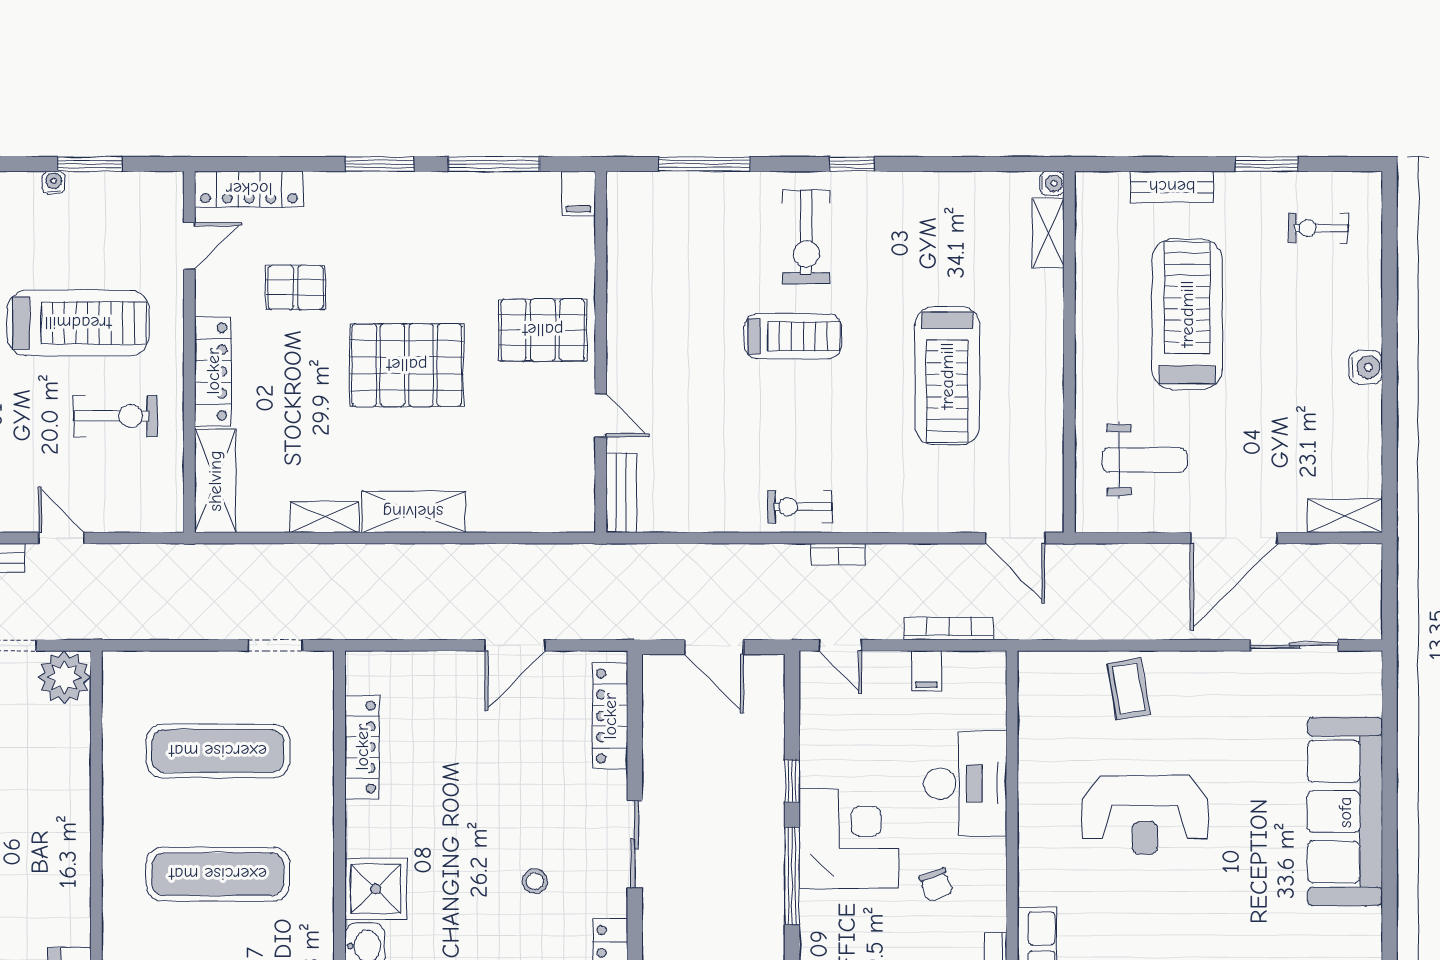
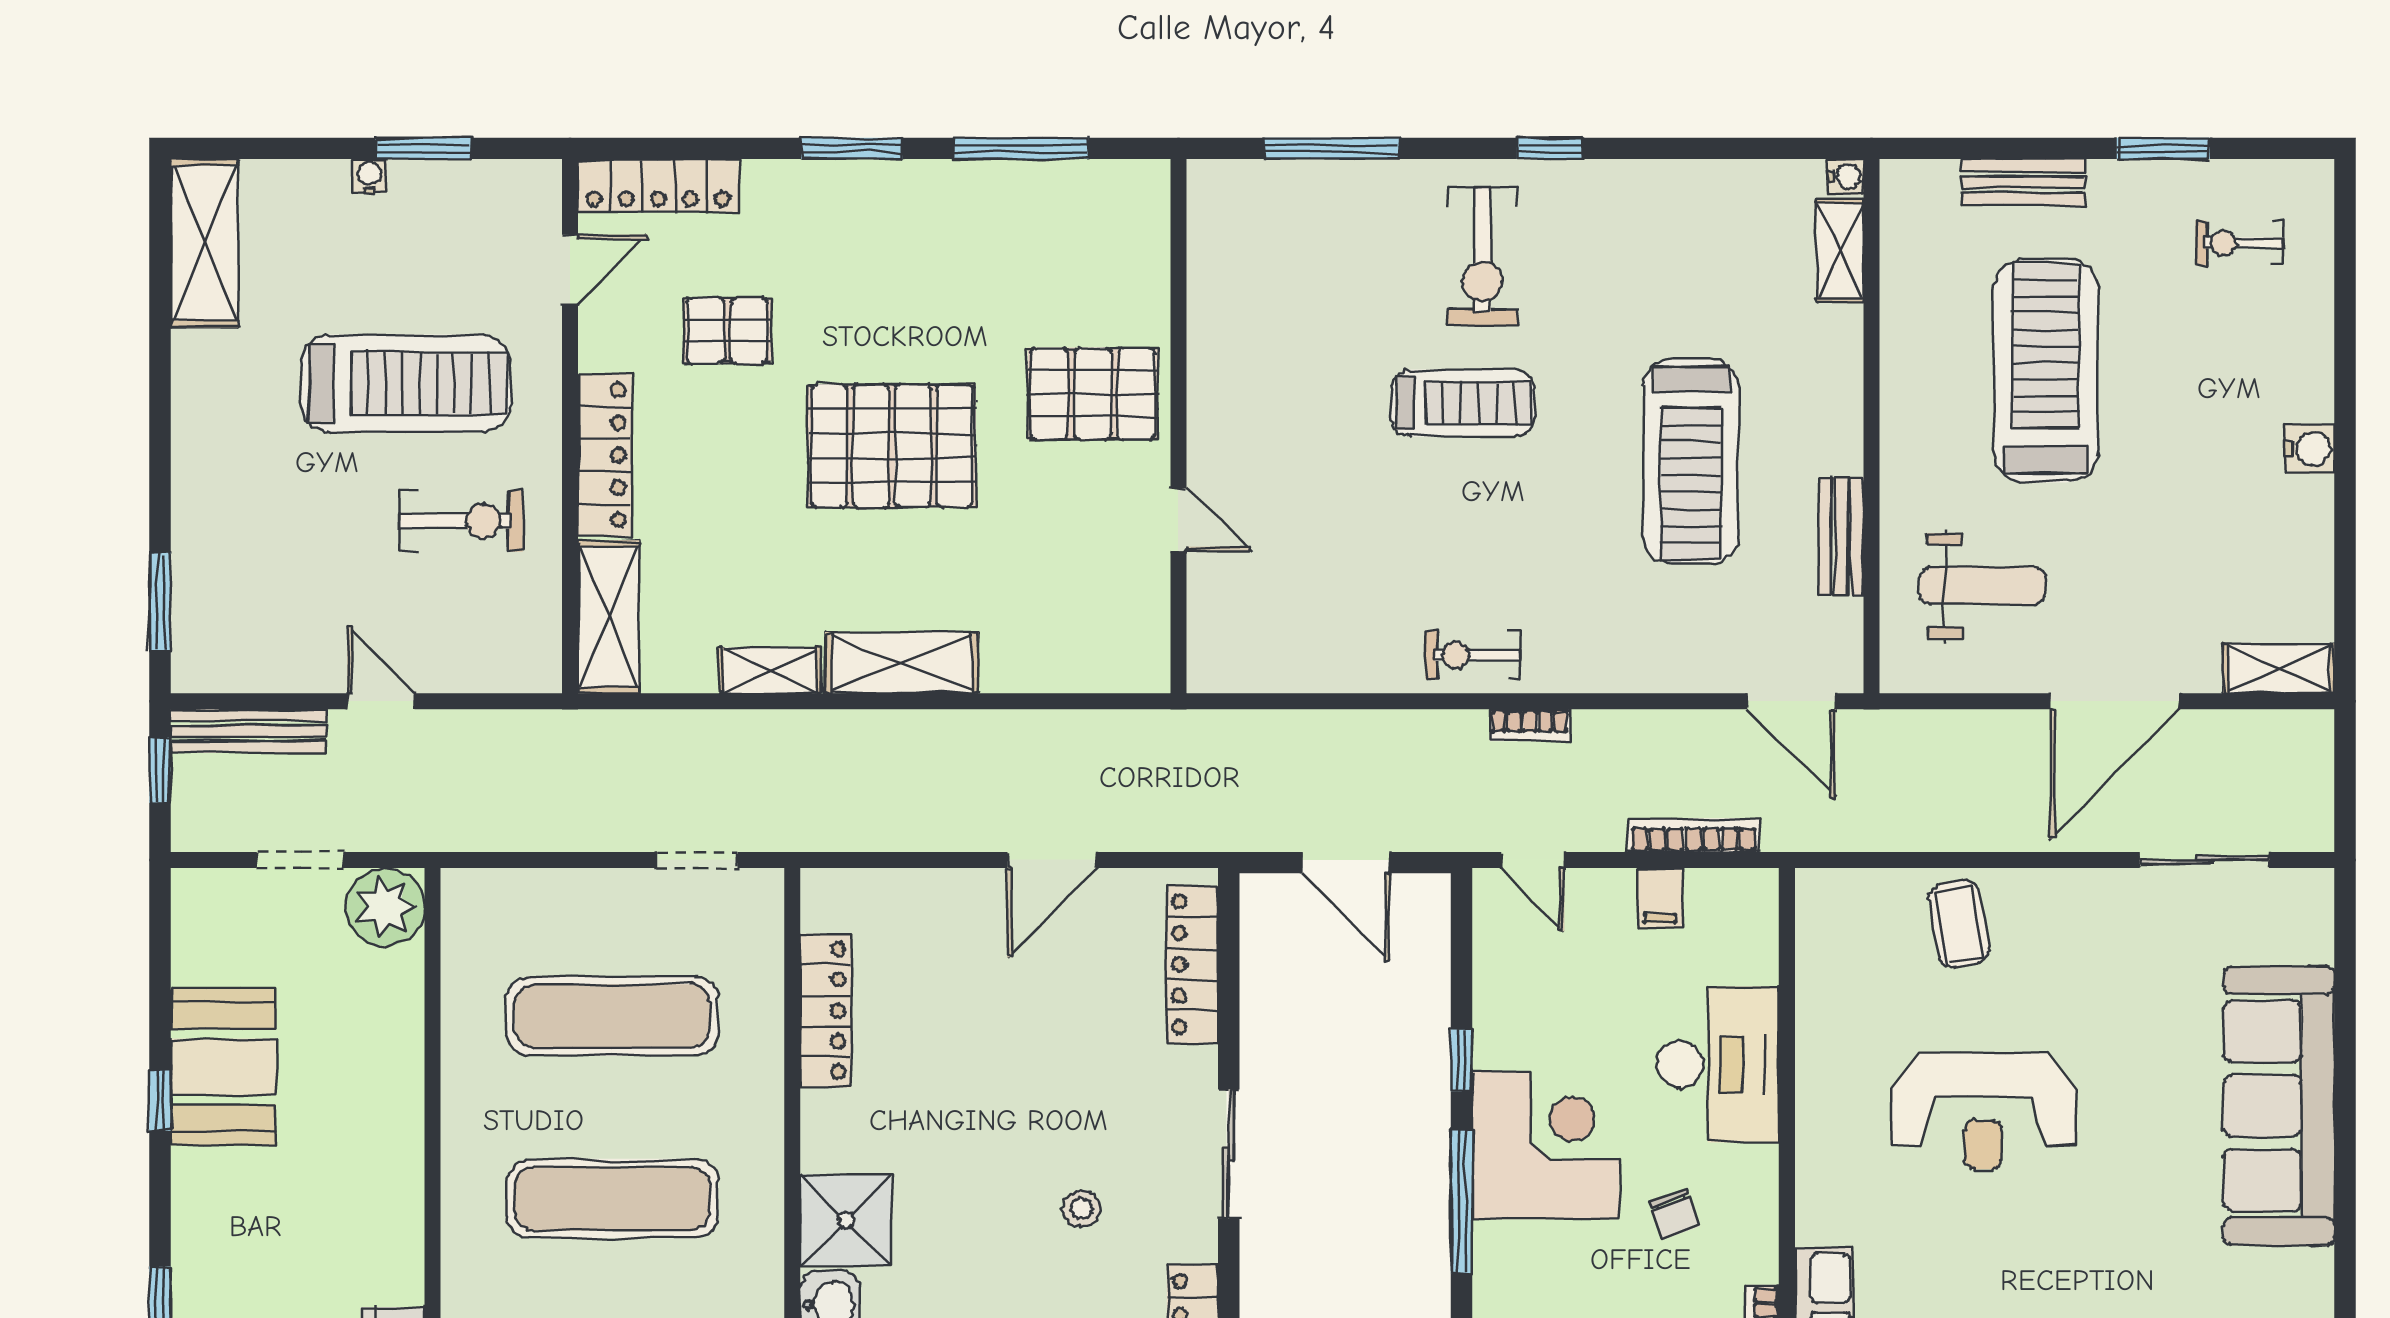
filing cabinet: (579, 193) -> (1146, 192), removed
bench: (621, 493) -> (1841, 536), moved

